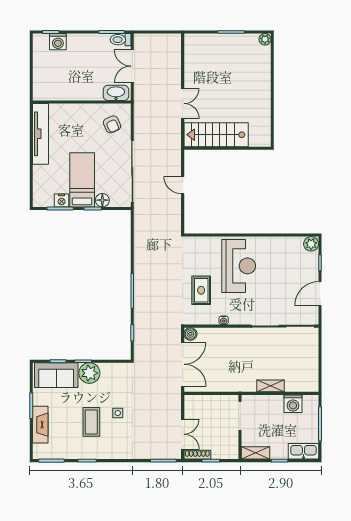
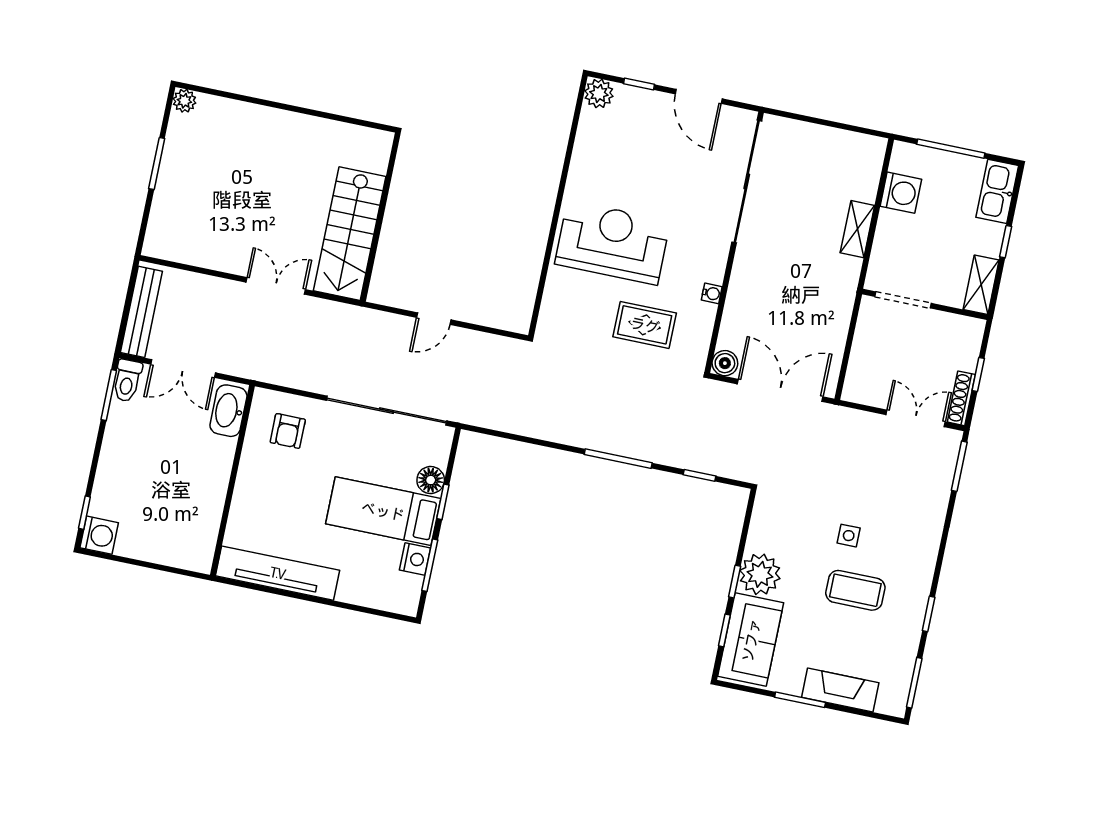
bench: (156, 40) -> (141, 312), added
washing machine: (58, 42) -> (99, 535), moved
armchair: (112, 124) -> (288, 431), turned 114

